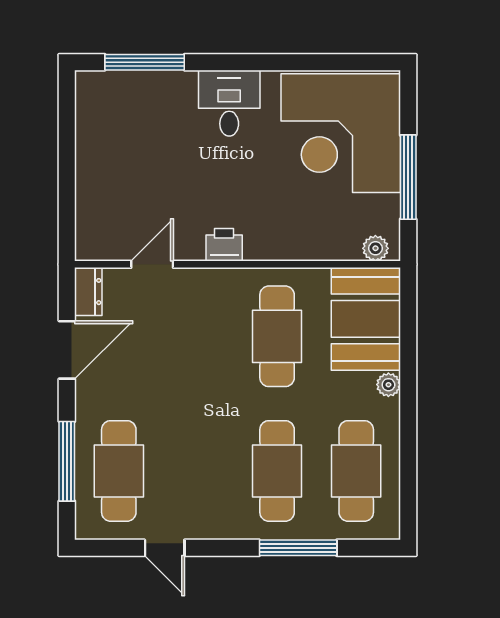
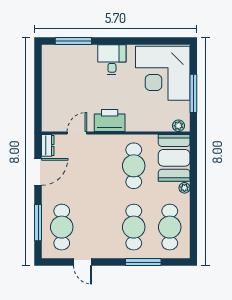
printer: (224, 245) -> (110, 121), width x1.87, depth x1.48

